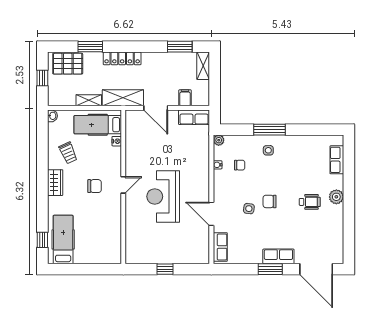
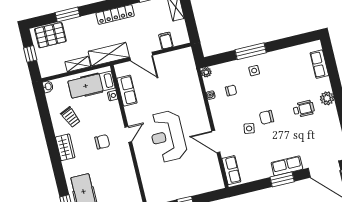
locker: (122, 58) -> (115, 14), moved
row of seats: (194, 117) -> (127, 91), moved, turned -90

